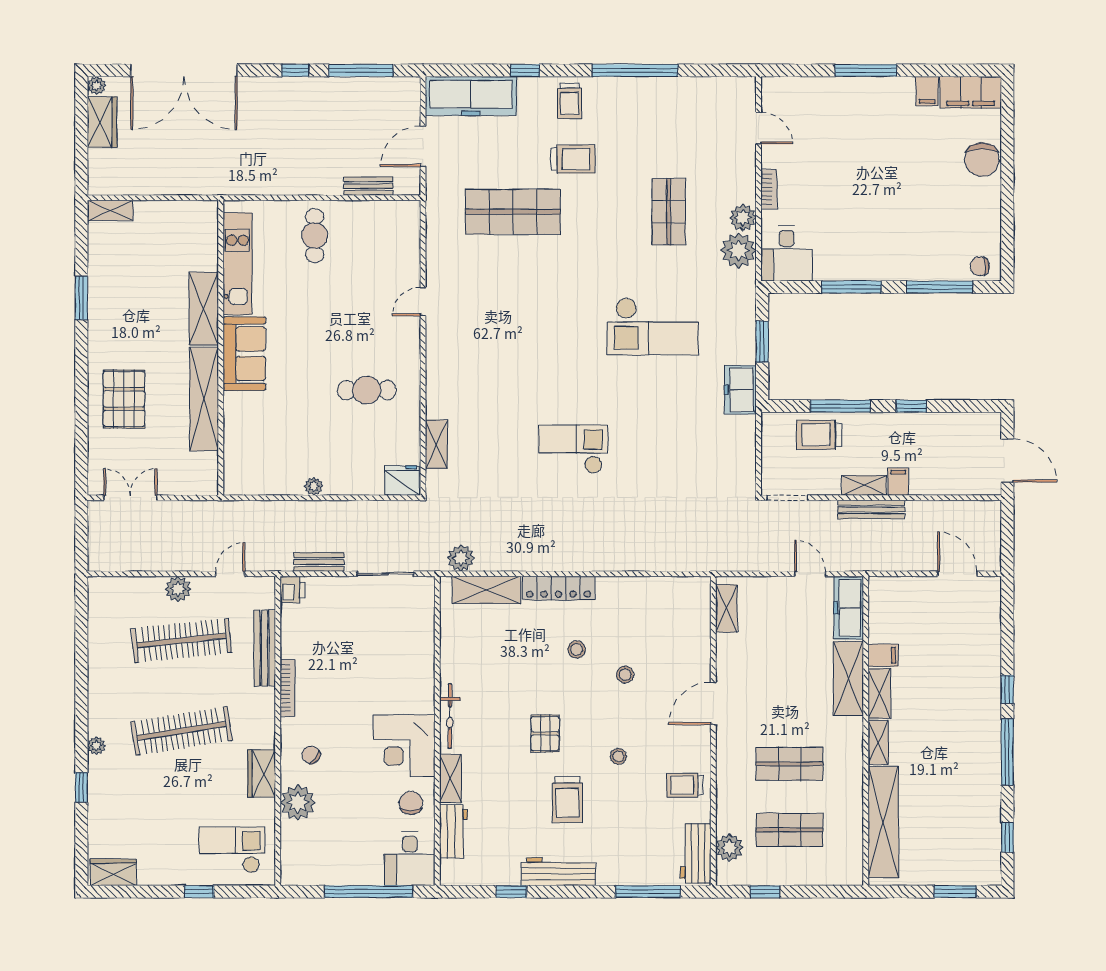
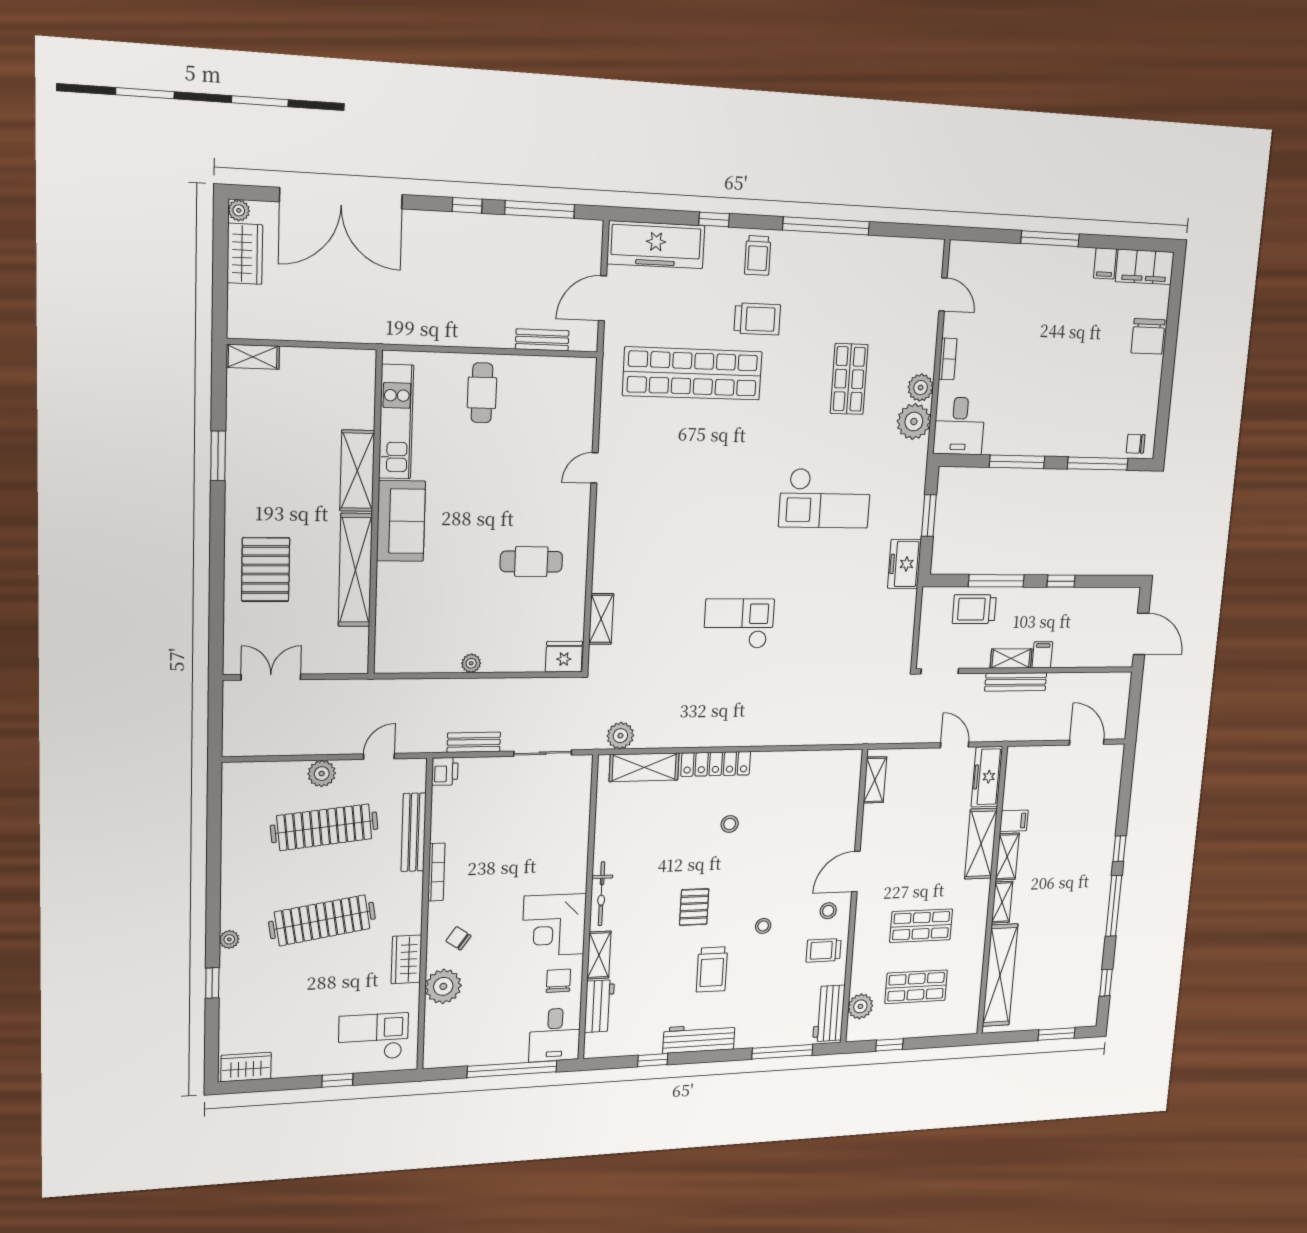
shop shelf: (513, 212) -> (693, 374), width x1.40
stool: (625, 675) -> (828, 911), moved

